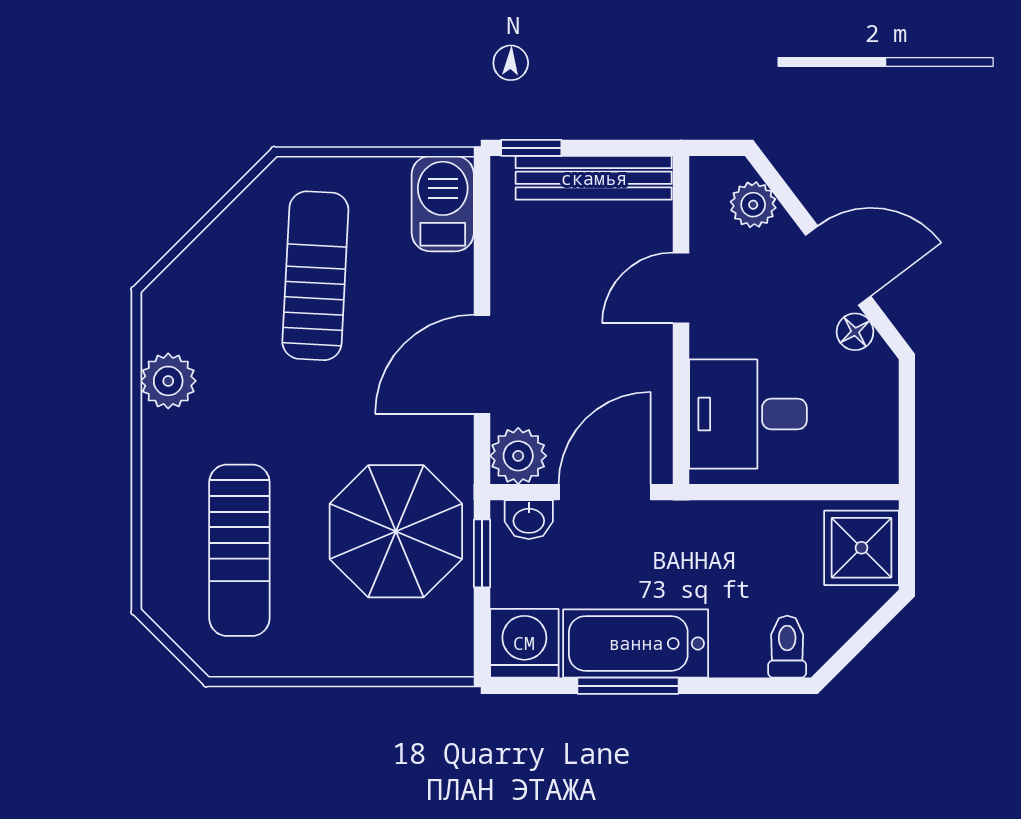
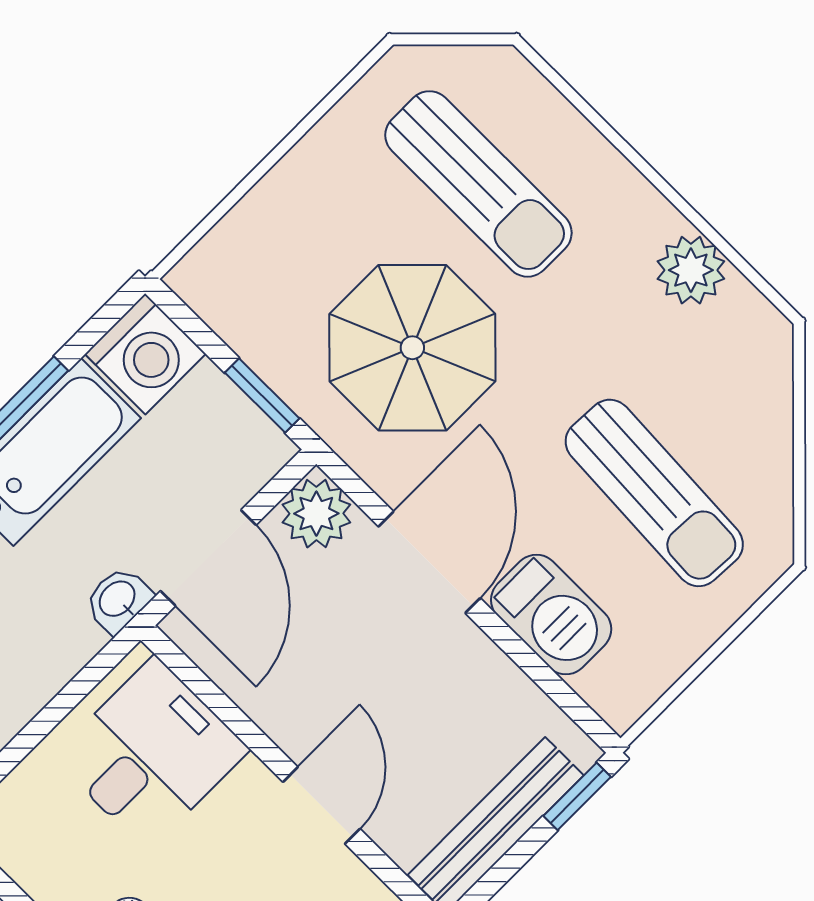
barbecue: (443, 204) -> (551, 615), moved
washbasin: (529, 520) -> (118, 600), moved
parasol: (396, 531) -> (412, 348), moved
sun lounger: (239, 550) -> (478, 184), turned 180

